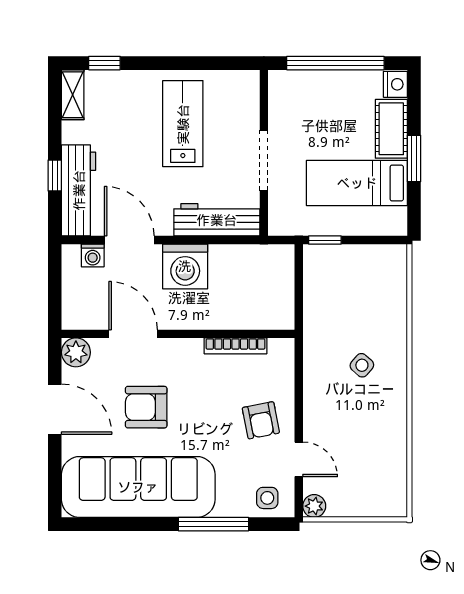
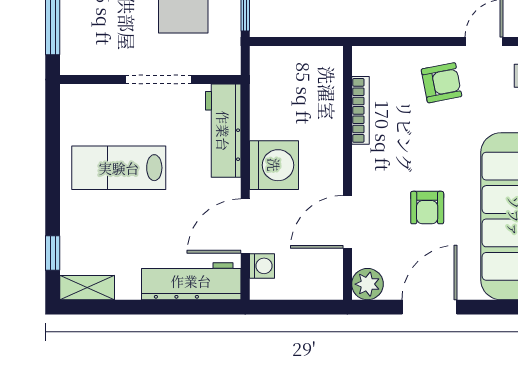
window: (55, 176) -> (175, 307), removed
armchair: (146, 407) -> (427, 208), width x0.72, depth x0.72

